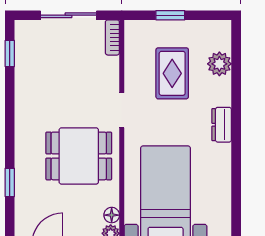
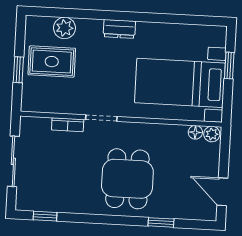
bookcase: (112, 37) -> (68, 125), moved
rug: (172, 73) -> (52, 62), moved
dining table: (79, 156) -> (127, 179), moved

